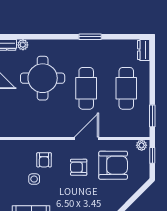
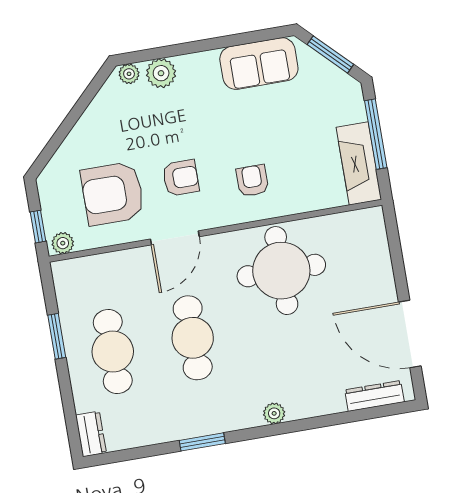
plant: (23, 45) -> (274, 413), moved
round table: (43, 78) -> (281, 271), moved
window: (152, 116) -> (57, 336), moved
side table: (34, 179) -> (266, 139), removed

